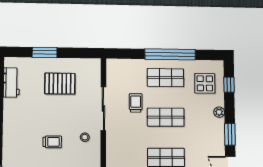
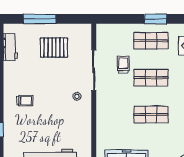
window: (45, 52) -> (40, 19), width x1.44
window: (170, 54) -> (155, 19), width x0.47
trolley: (52, 142) -> (25, 101), moved

